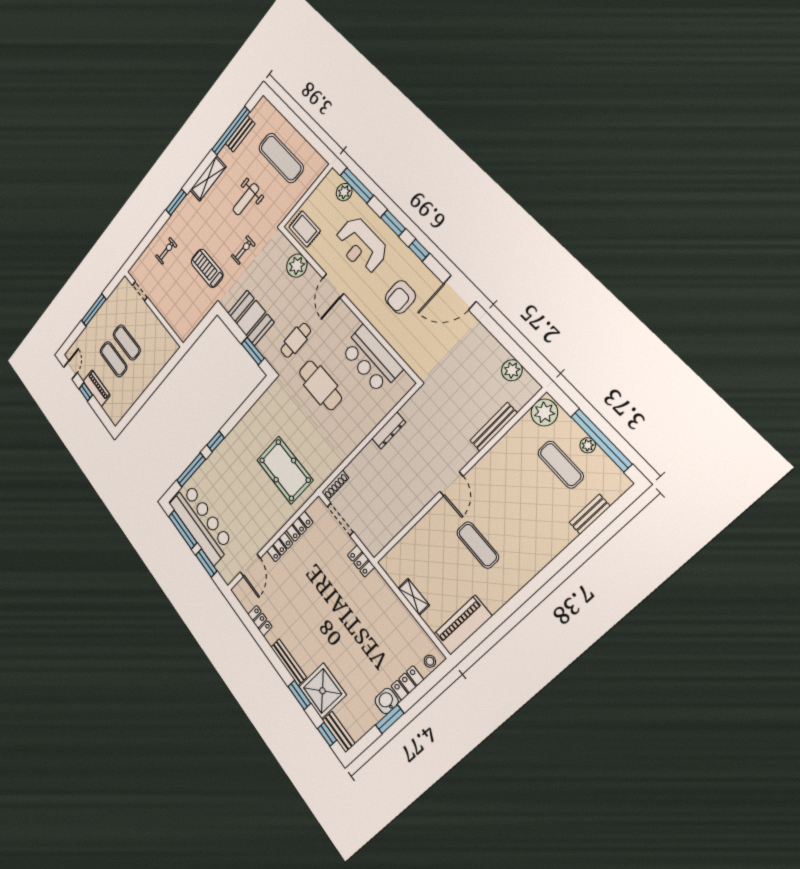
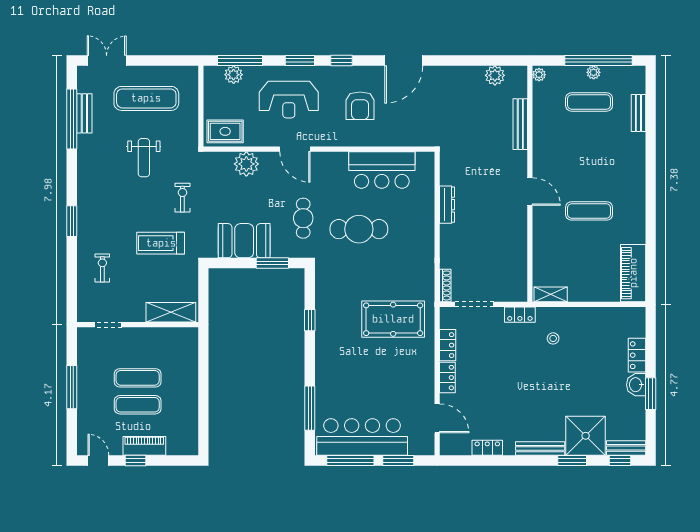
double door: (282, 107) -> (107, 61), added
shelving: (208, 179) -> (171, 312), moved, turned 90
plant: (544, 412) -> (539, 75), width x0.53, depth x0.53
window: (216, 441) -> (310, 320), moved
shelving: (414, 597) -> (551, 294), moved
stool: (430, 661) -> (553, 338), moved

